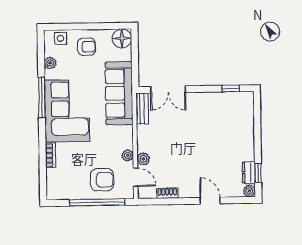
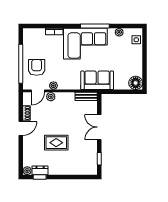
armchair: (86, 47) -> (130, 58), removed
double door: (168, 89) -> (99, 127), moved
sofa: (119, 93) -> (97, 80), width x0.73
rug: (209, 150) -> (56, 143), added
armchair: (102, 180) -> (37, 67), turned 180
door: (210, 201) -> (21, 128), moved

